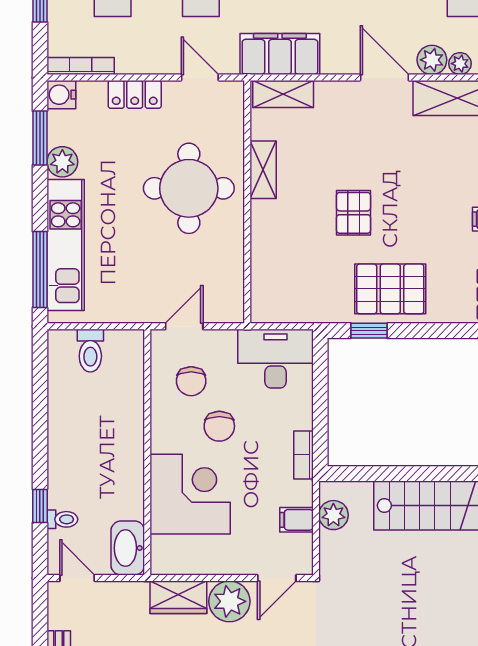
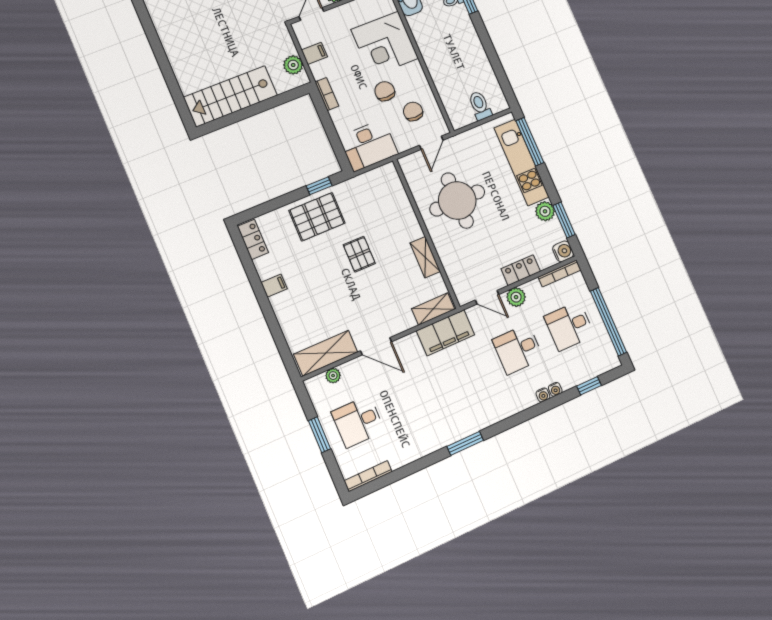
plant: (432, 60) -> (516, 297), moved
round table: (189, 188) -> (457, 201), moved

